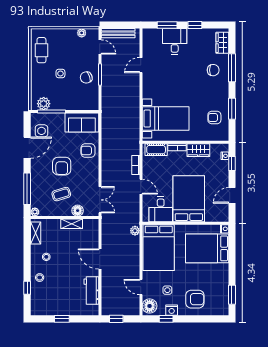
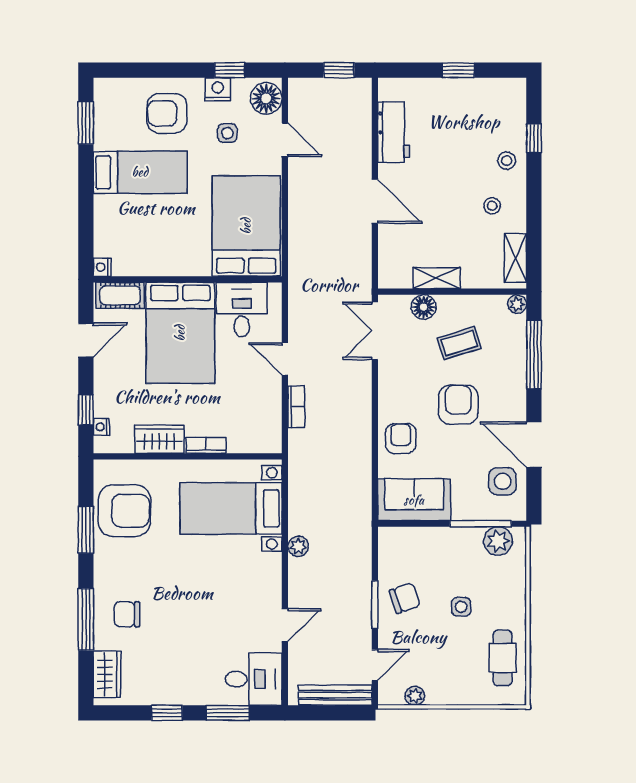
desk: (175, 41) -> (254, 679), moved, turned -90
door: (100, 47) -> (375, 665), swing flipped
armchair: (214, 117) -> (124, 511), width x1.88, depth x1.88
door: (27, 148) -> (534, 445), hinge flipped
armchair: (88, 150) -> (401, 438), turned -90
cot: (156, 150) -> (120, 295), moved
plant: (135, 231) -> (298, 546), moved
bed: (207, 248) -> (140, 172), moved, width x0.67

